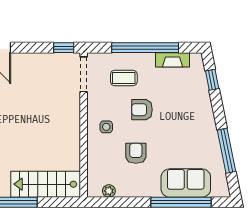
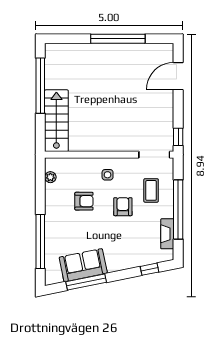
sofa: (186, 183) -> (83, 265), moved, turned -101

